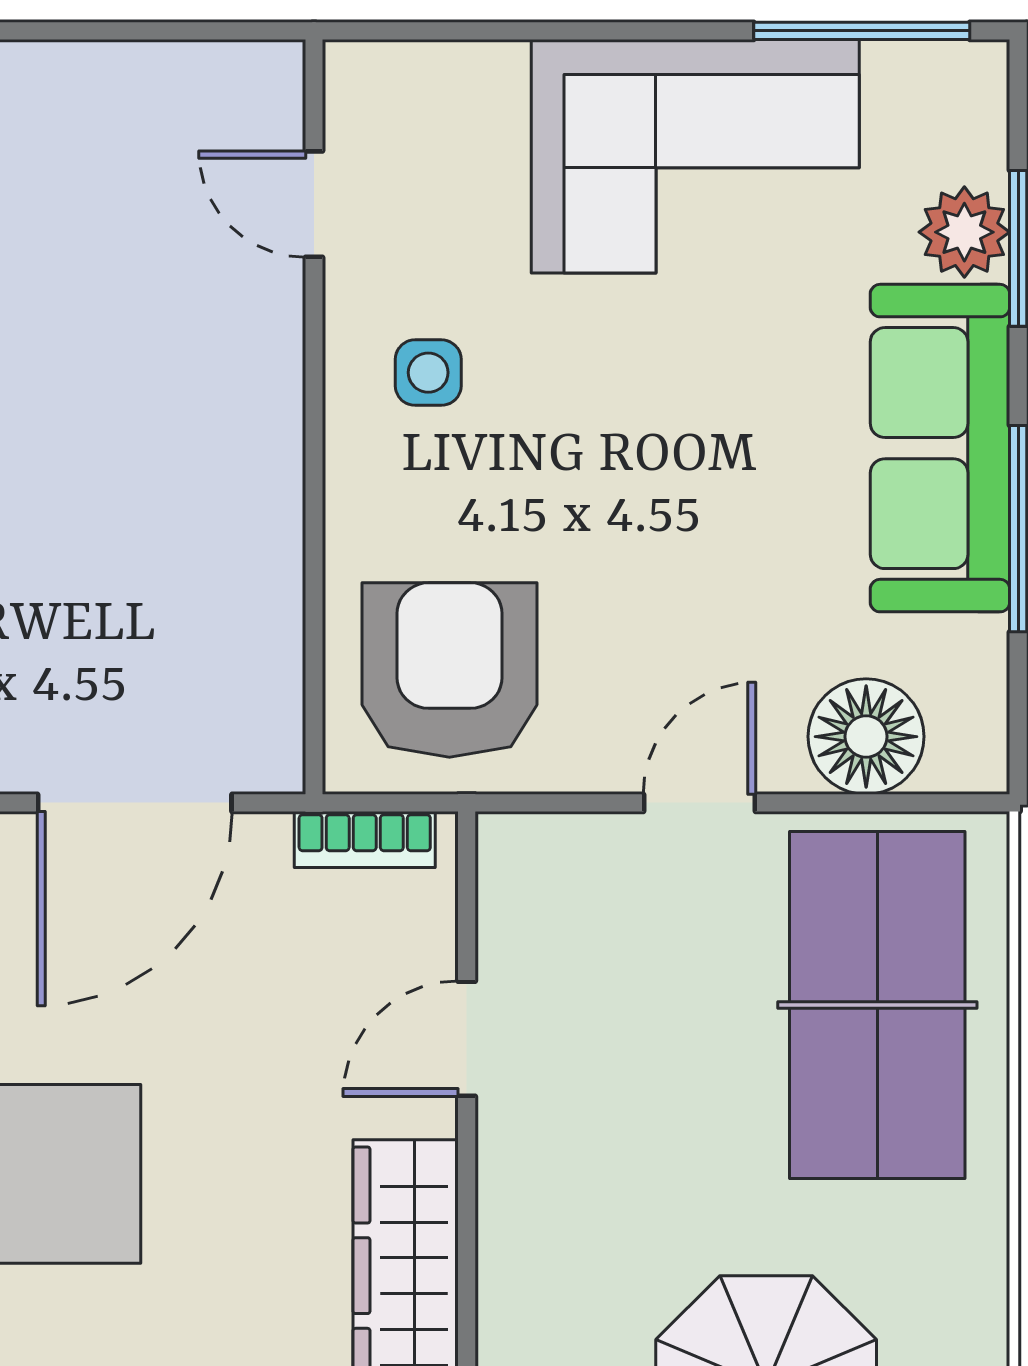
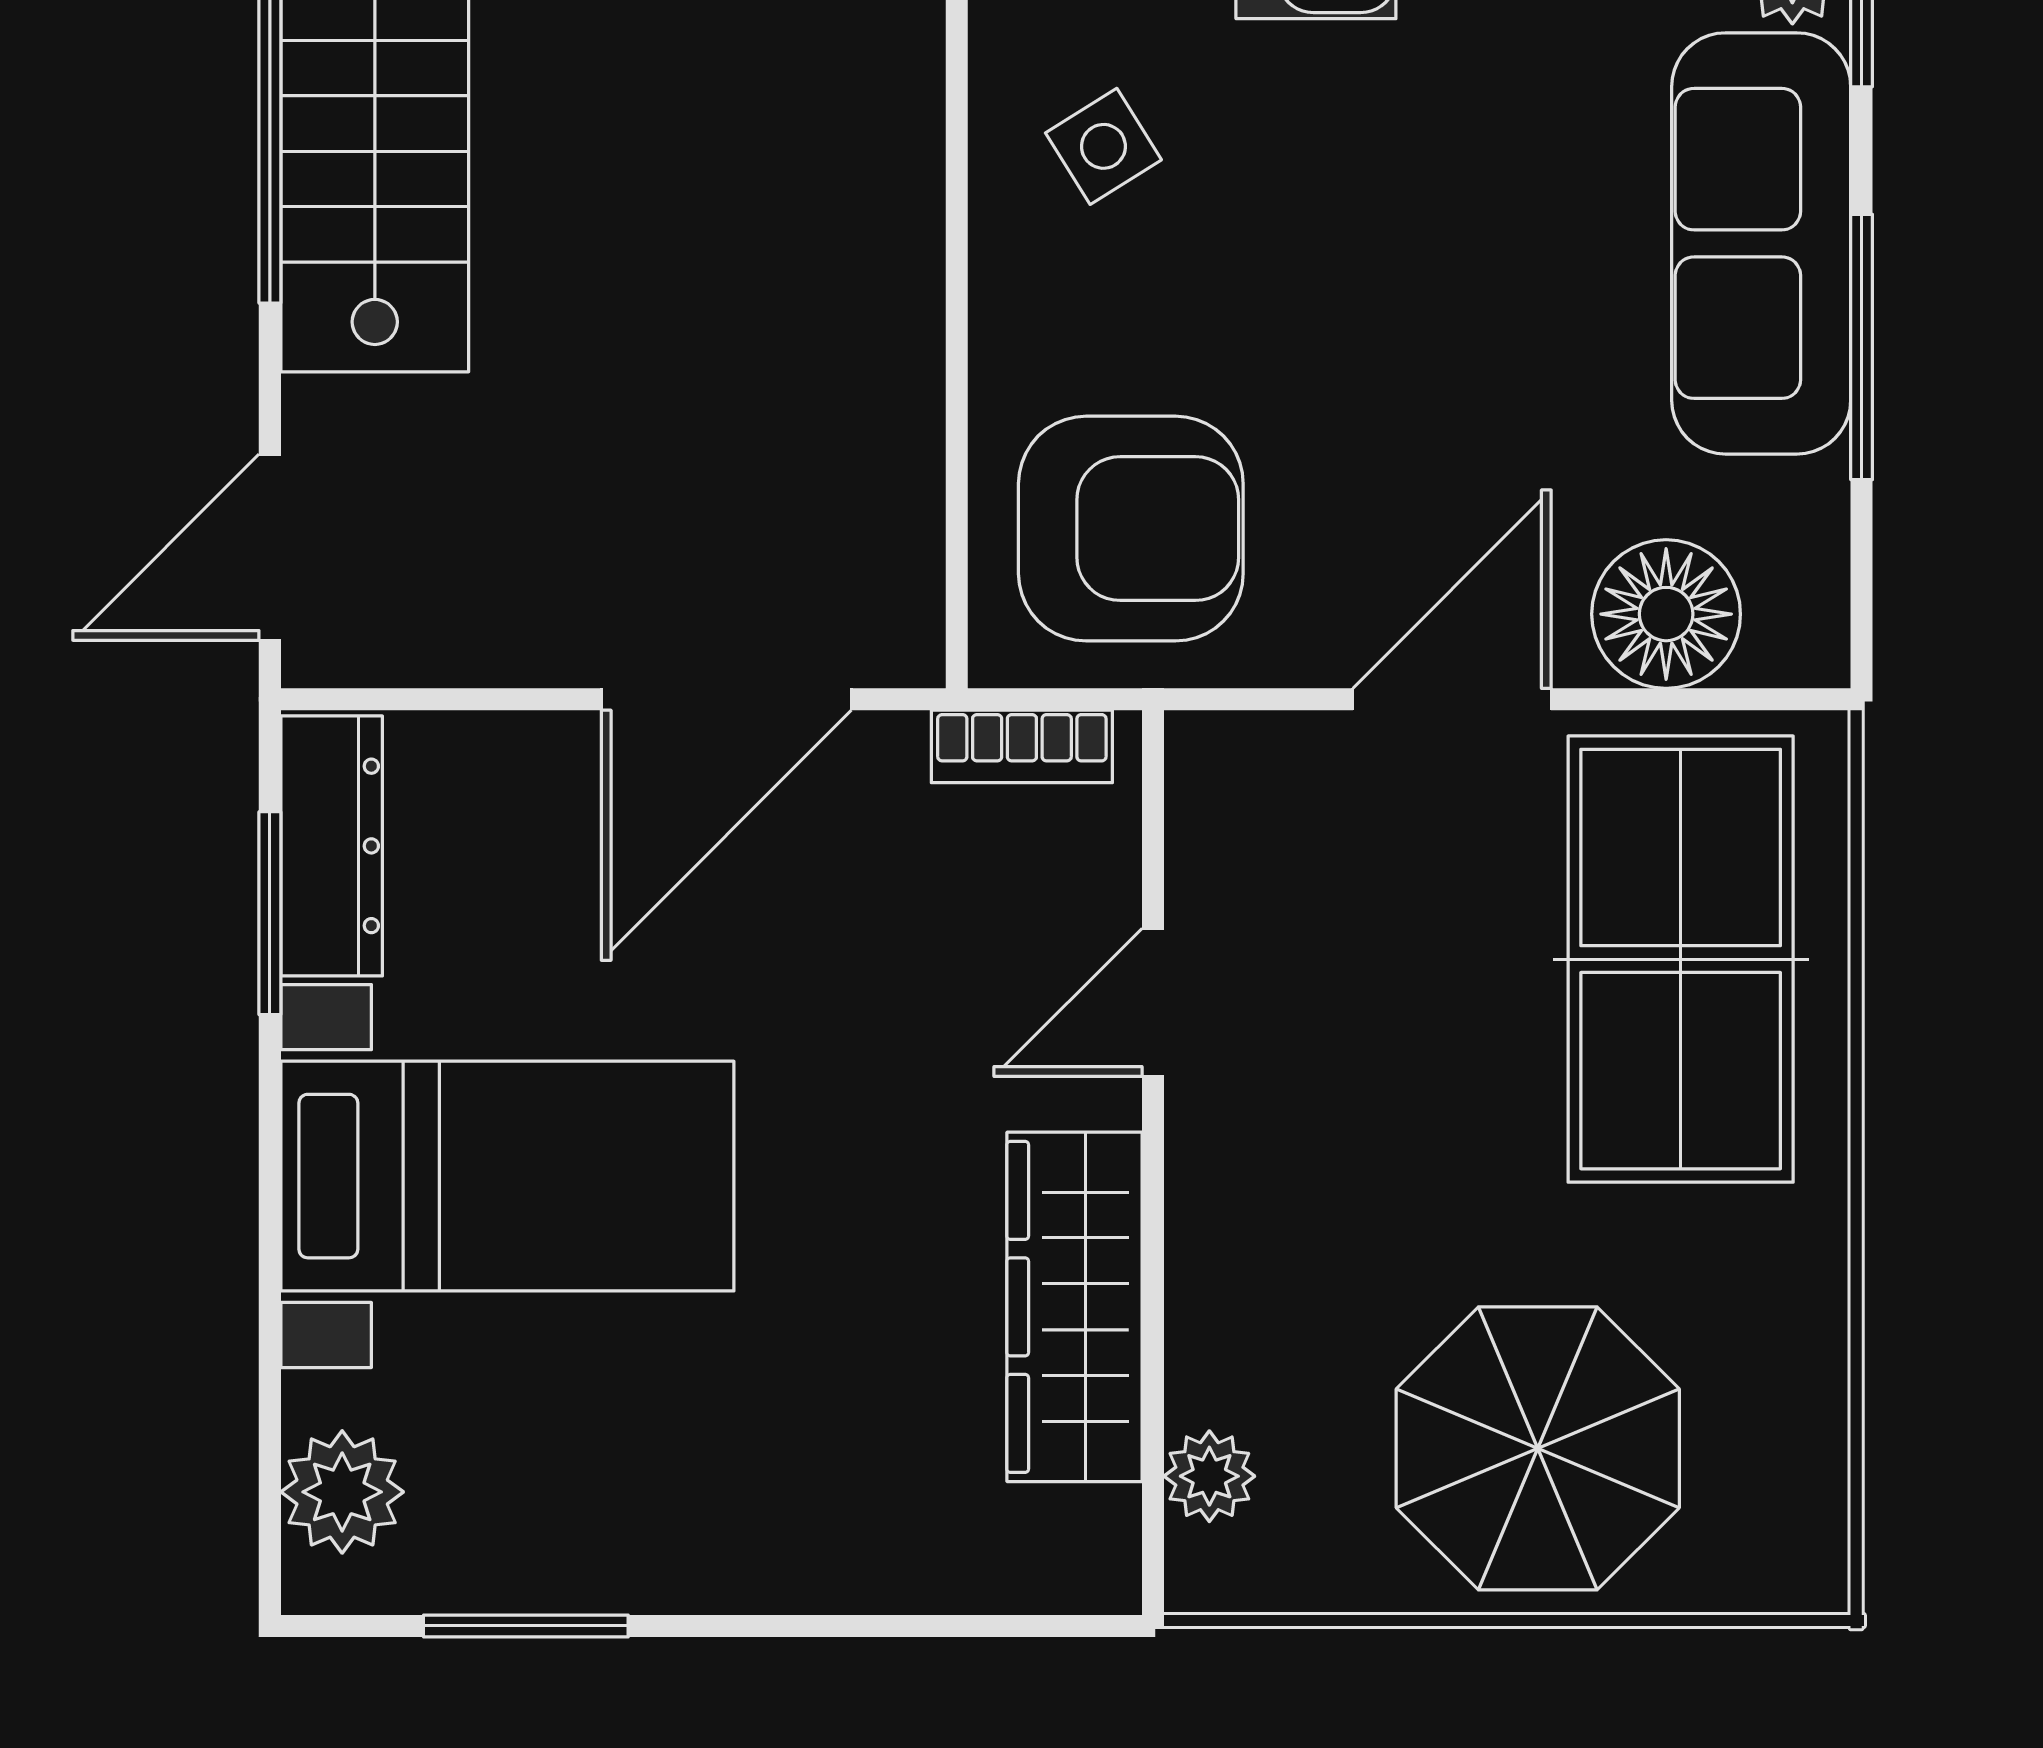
side table: (428, 373) -> (1103, 146), turned -32
armchair: (449, 670) -> (1131, 529), turned 90
door: (699, 803) -> (1452, 699), width x1.38

